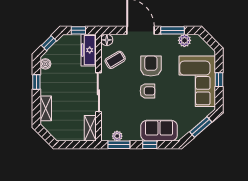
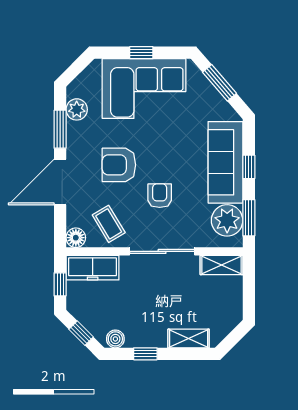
armchair: (147, 91) -> (160, 196), moved
sofa: (159, 131) -> (225, 162), width x1.36
plant: (117, 136) -> (227, 220), width x1.88, depth x1.88

